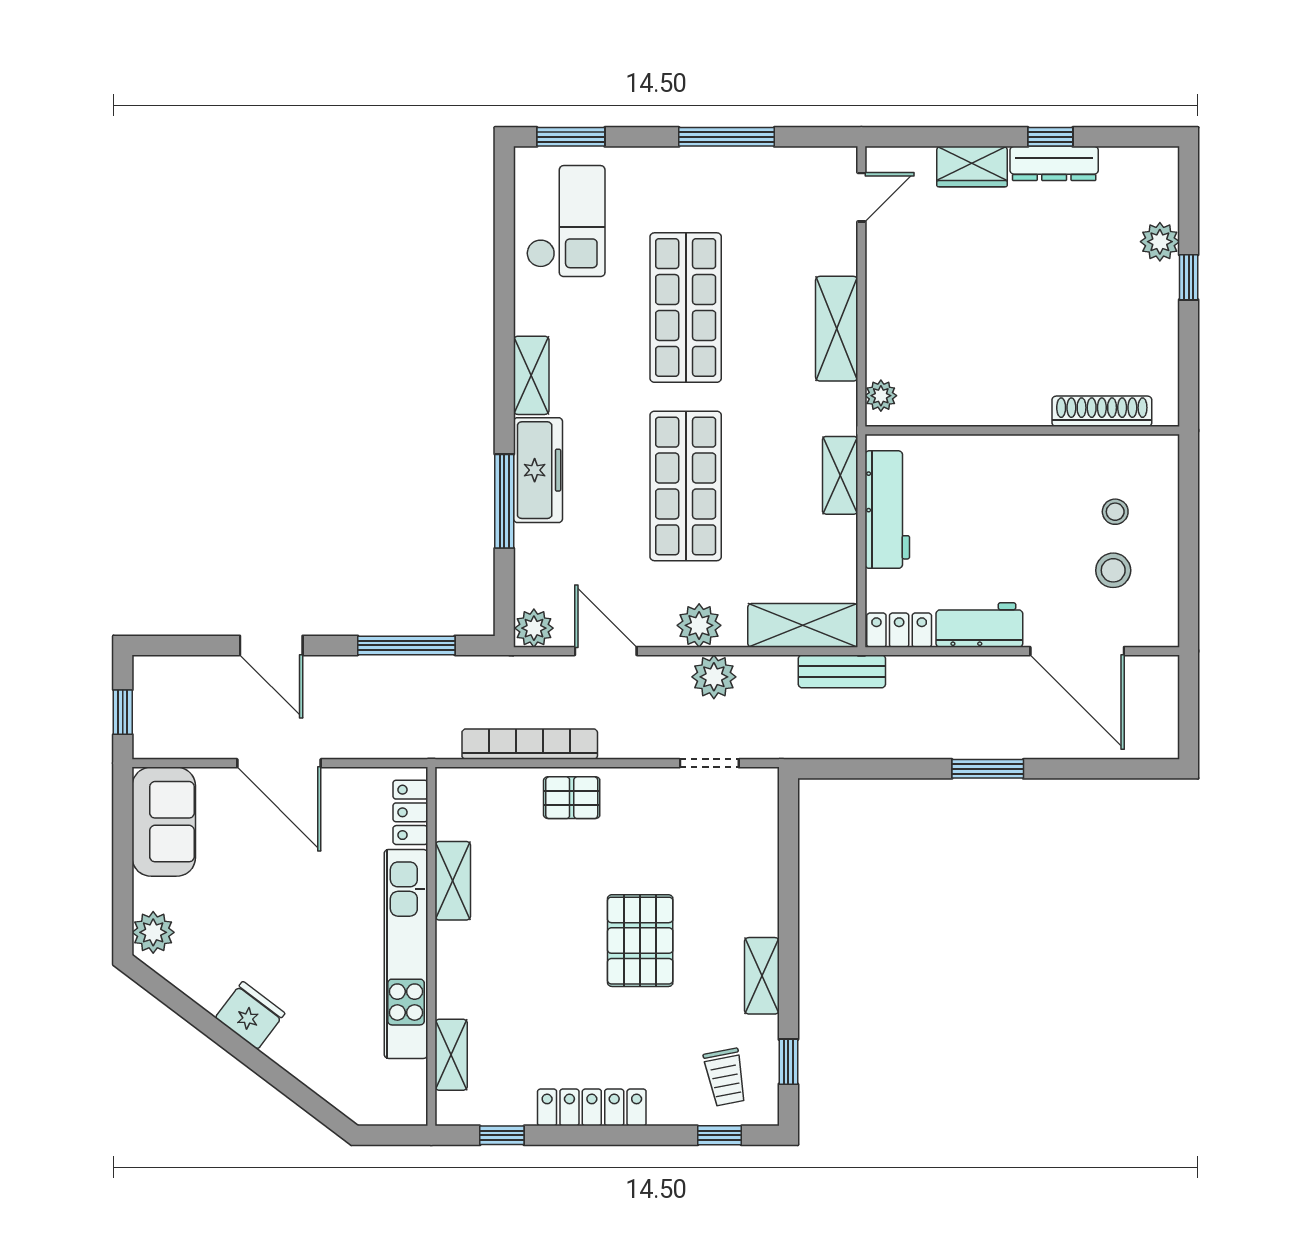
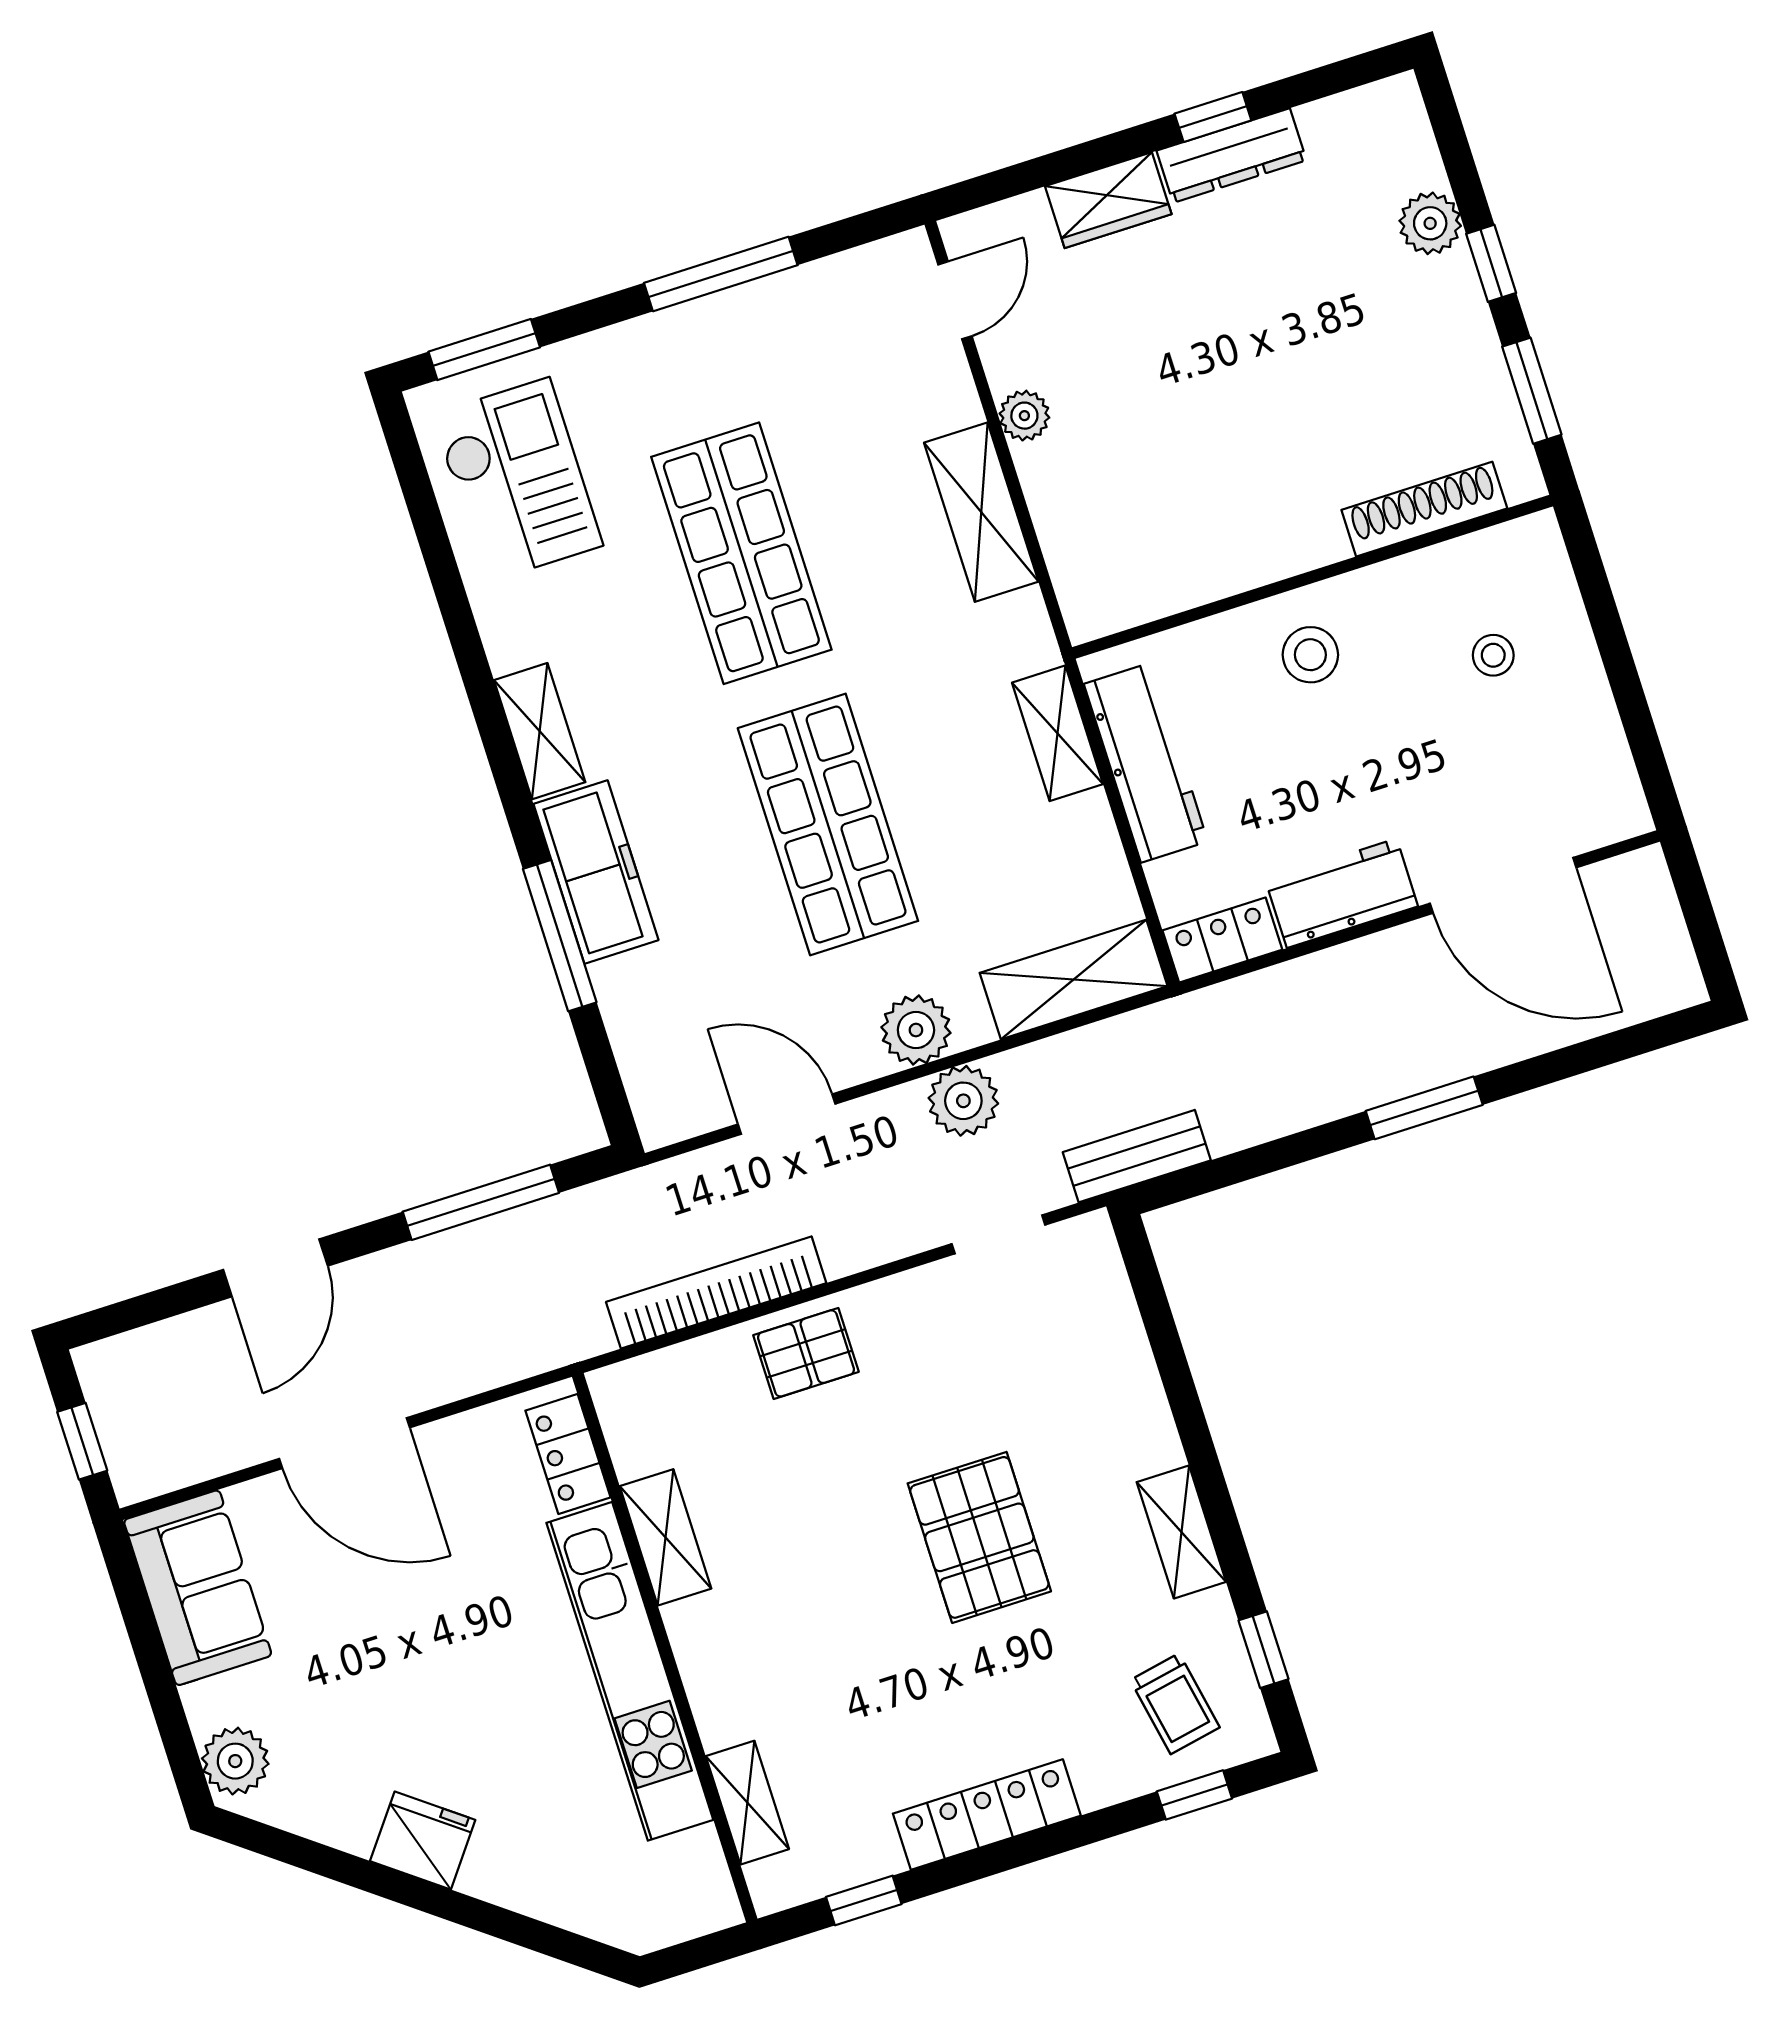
window: (1189, 361) -> (1532, 391), added
plant: (881, 396) -> (1024, 416), moved
stool: (1113, 570) -> (1310, 655), moved
plant: (534, 628) -> (666, 1114), removed
door: (271, 645) -> (275, 1268), hinge flipped
bench: (842, 671) -> (1137, 1156), moved

